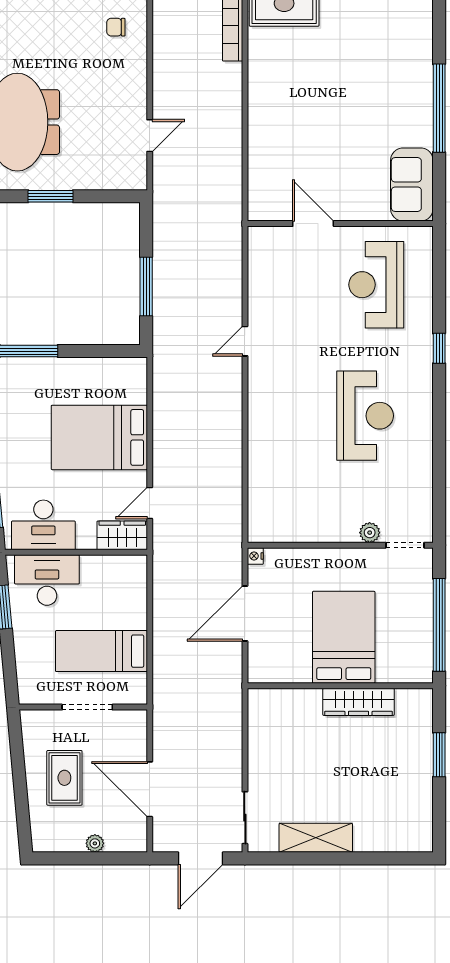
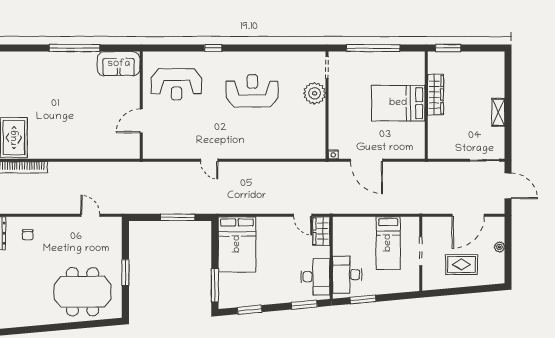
bed: (99, 437) -> (237, 244), moved
plant: (370, 533) -> (315, 93), width x1.88, depth x1.88
bed: (344, 637) -> (398, 103), moved
wall: (340, 686) -> (426, 105), moved
wardrobe: (359, 702) -> (435, 95), moved
shelving: (316, 838) -> (498, 112), width x0.67, depth x0.75

